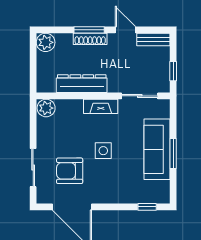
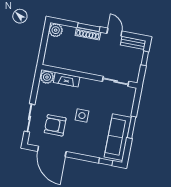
window: (173, 71) -> (145, 58), moved
dresser: (82, 84) -> (76, 65), removed
fireplace: (101, 106) -> (67, 80), moved
sofa: (157, 149) -> (118, 137), moved

